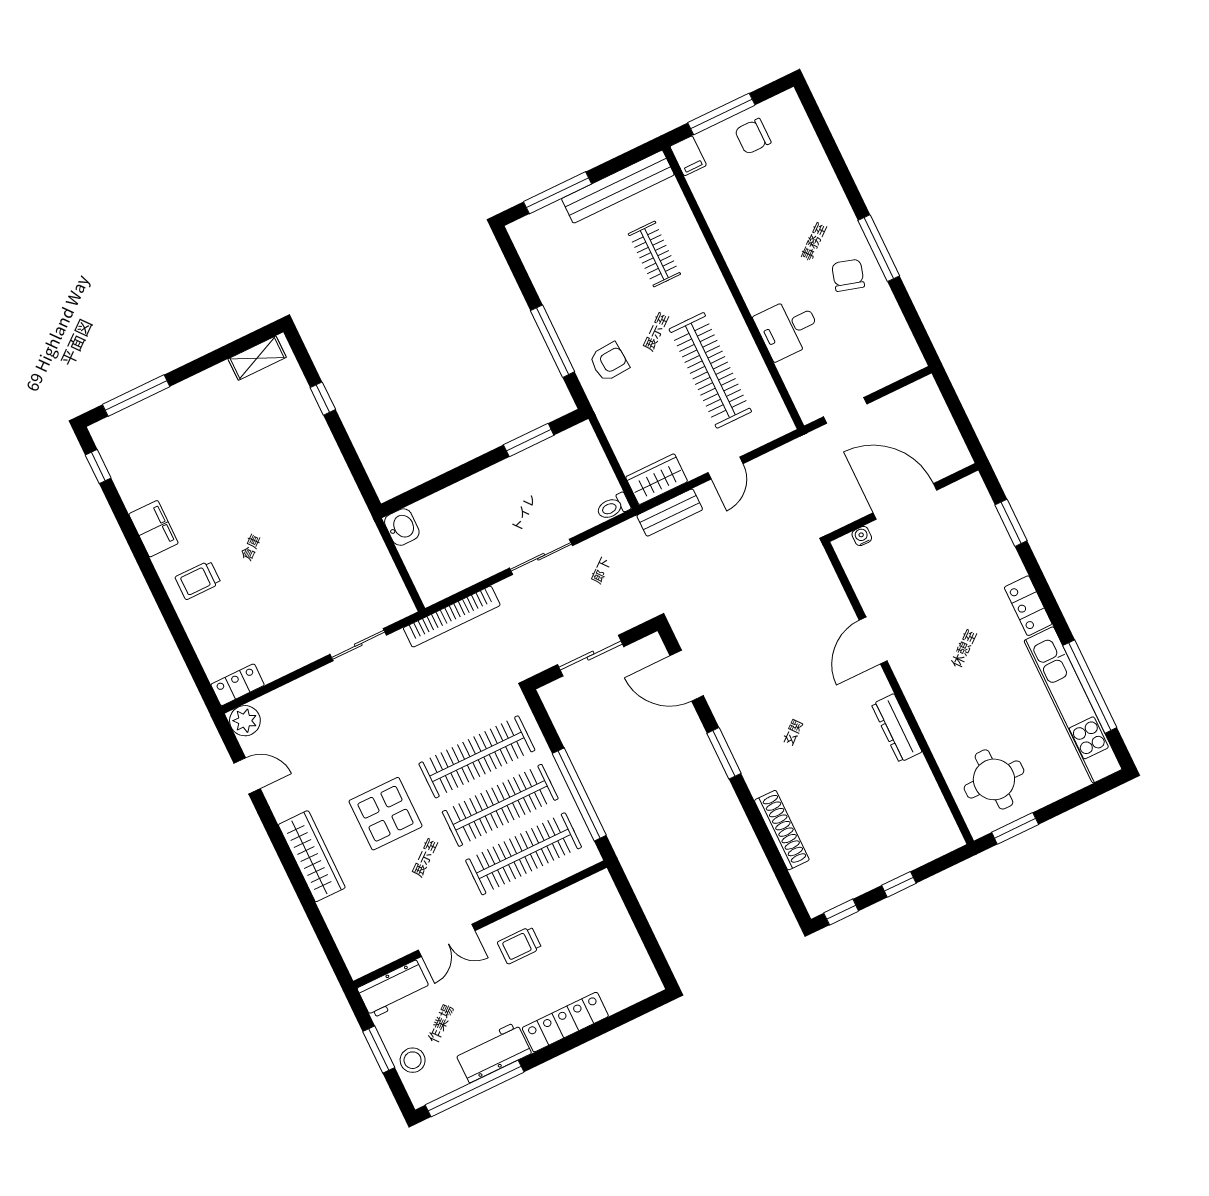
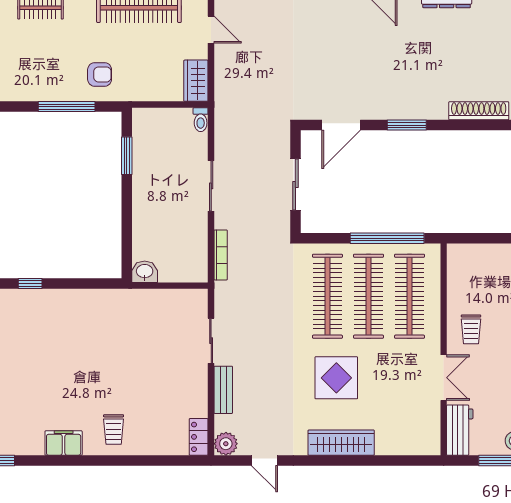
armchair: (609, 362) -> (100, 74), turned 94
bench: (670, 513) -> (223, 390), moved
bookcase: (452, 617) -> (221, 255), width x0.68, depth x0.76
door: (247, 776) -> (264, 460), swing flipped

